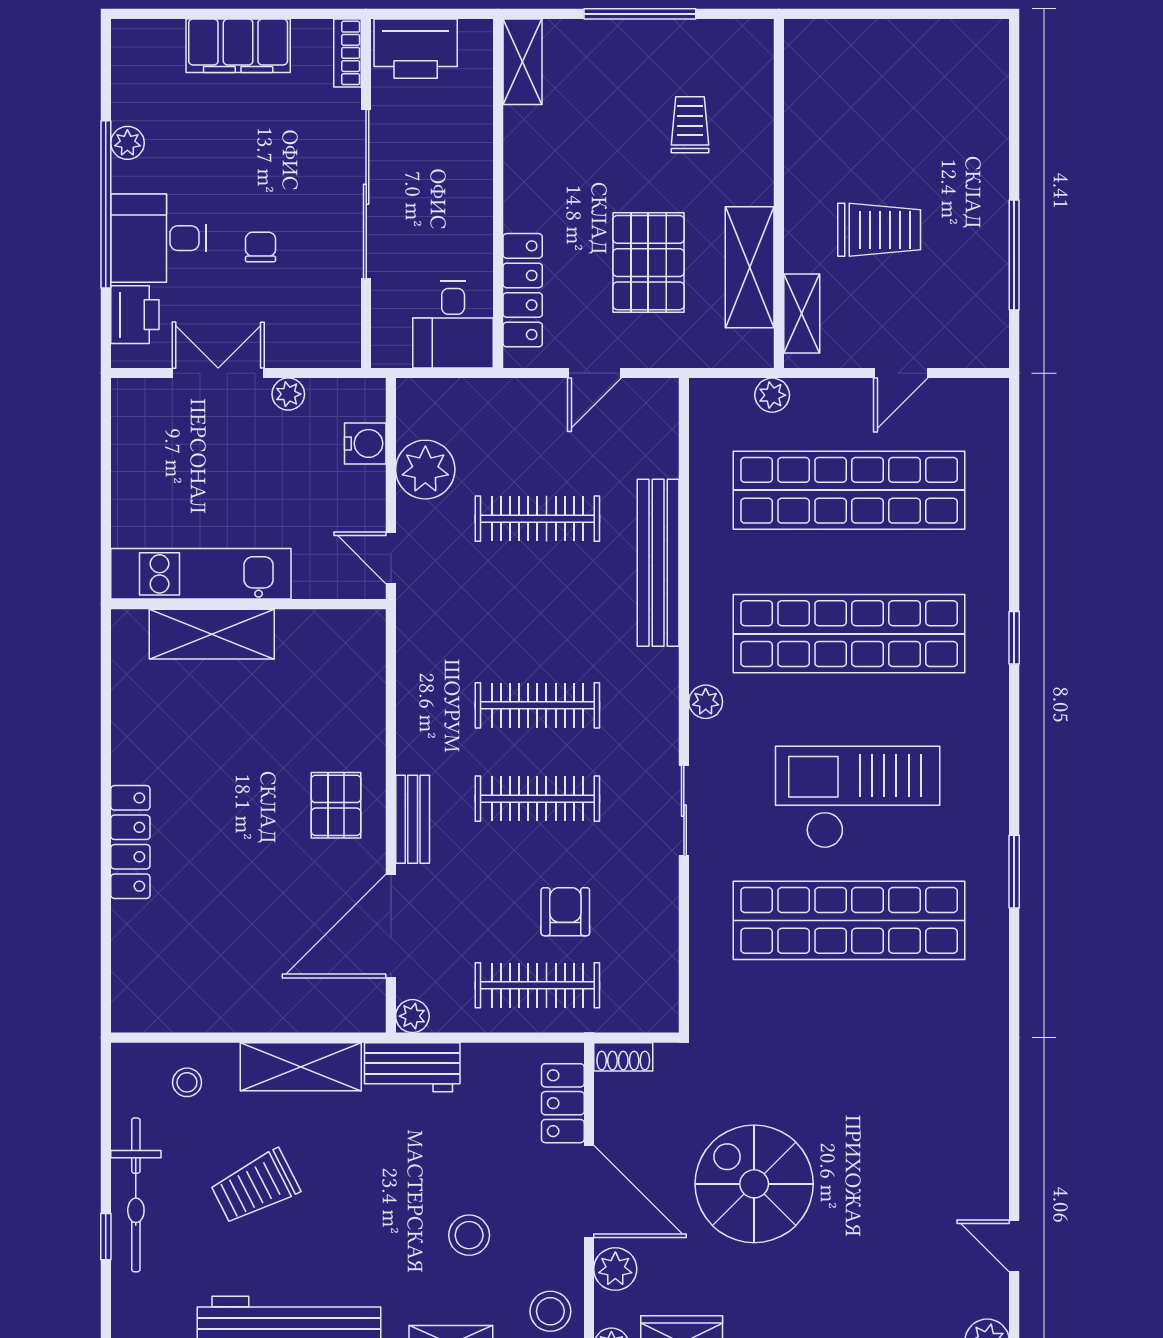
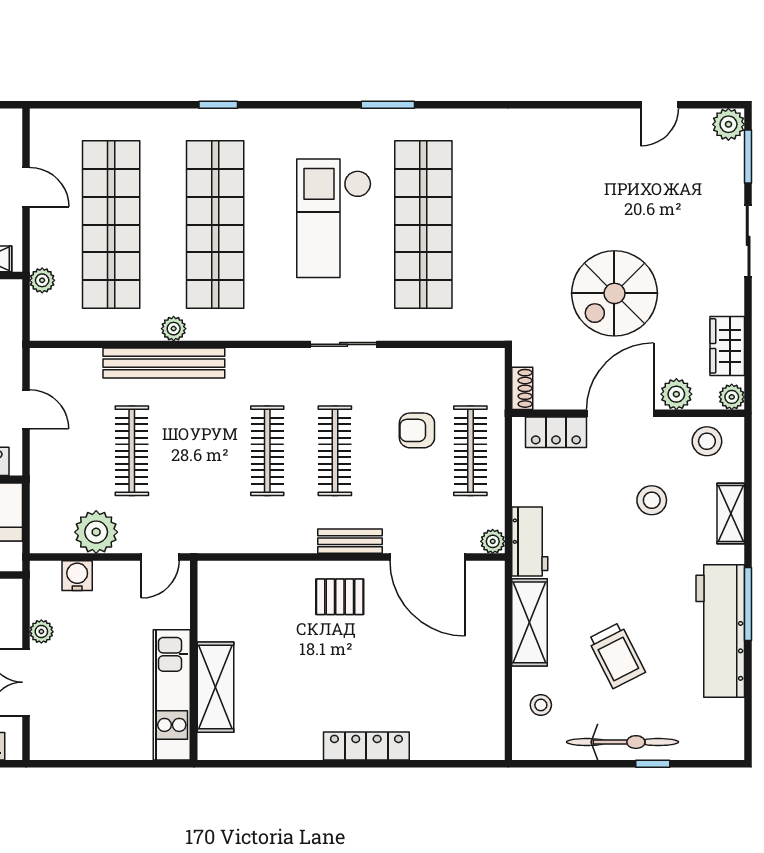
plant: (706, 702) -> (174, 329), moved

